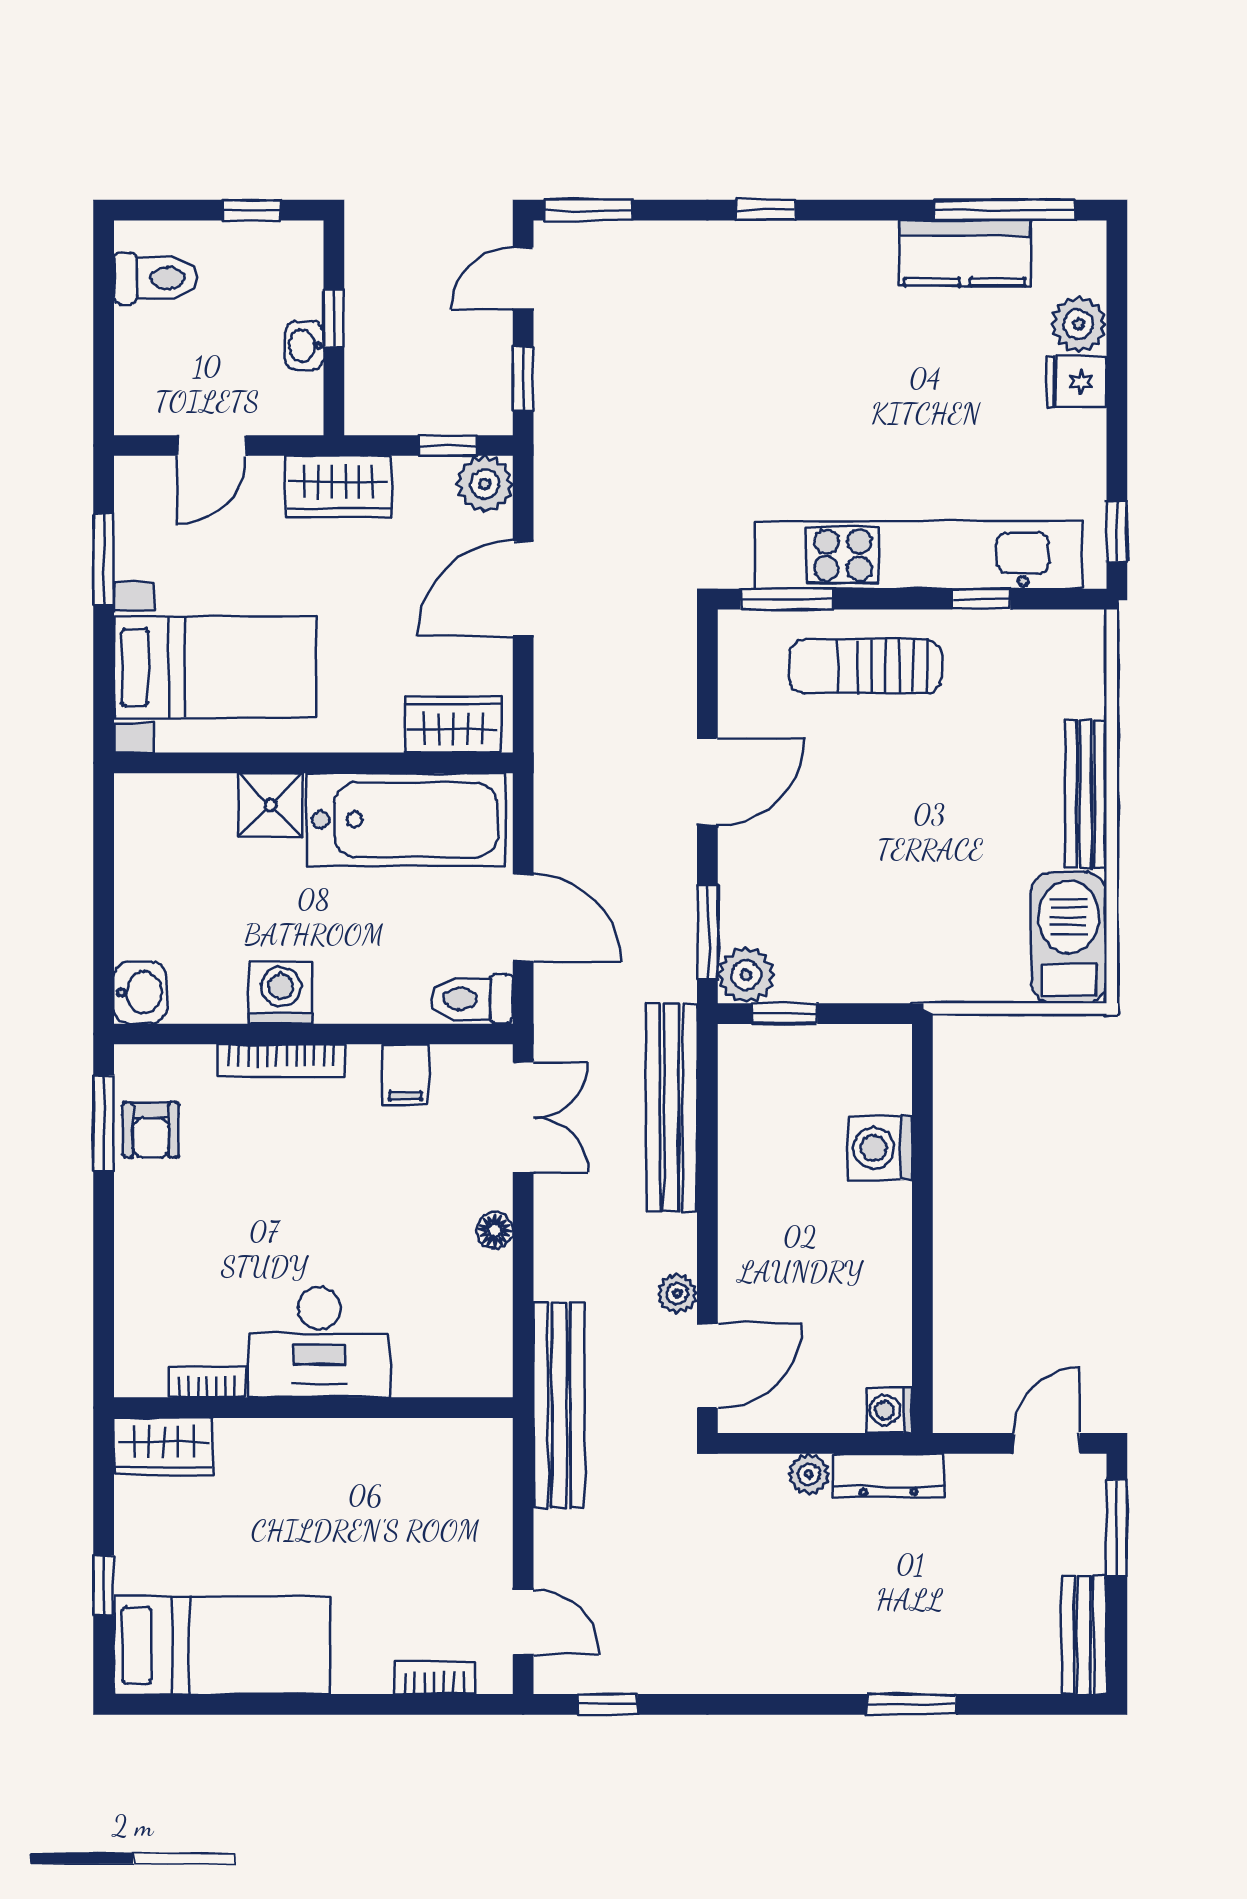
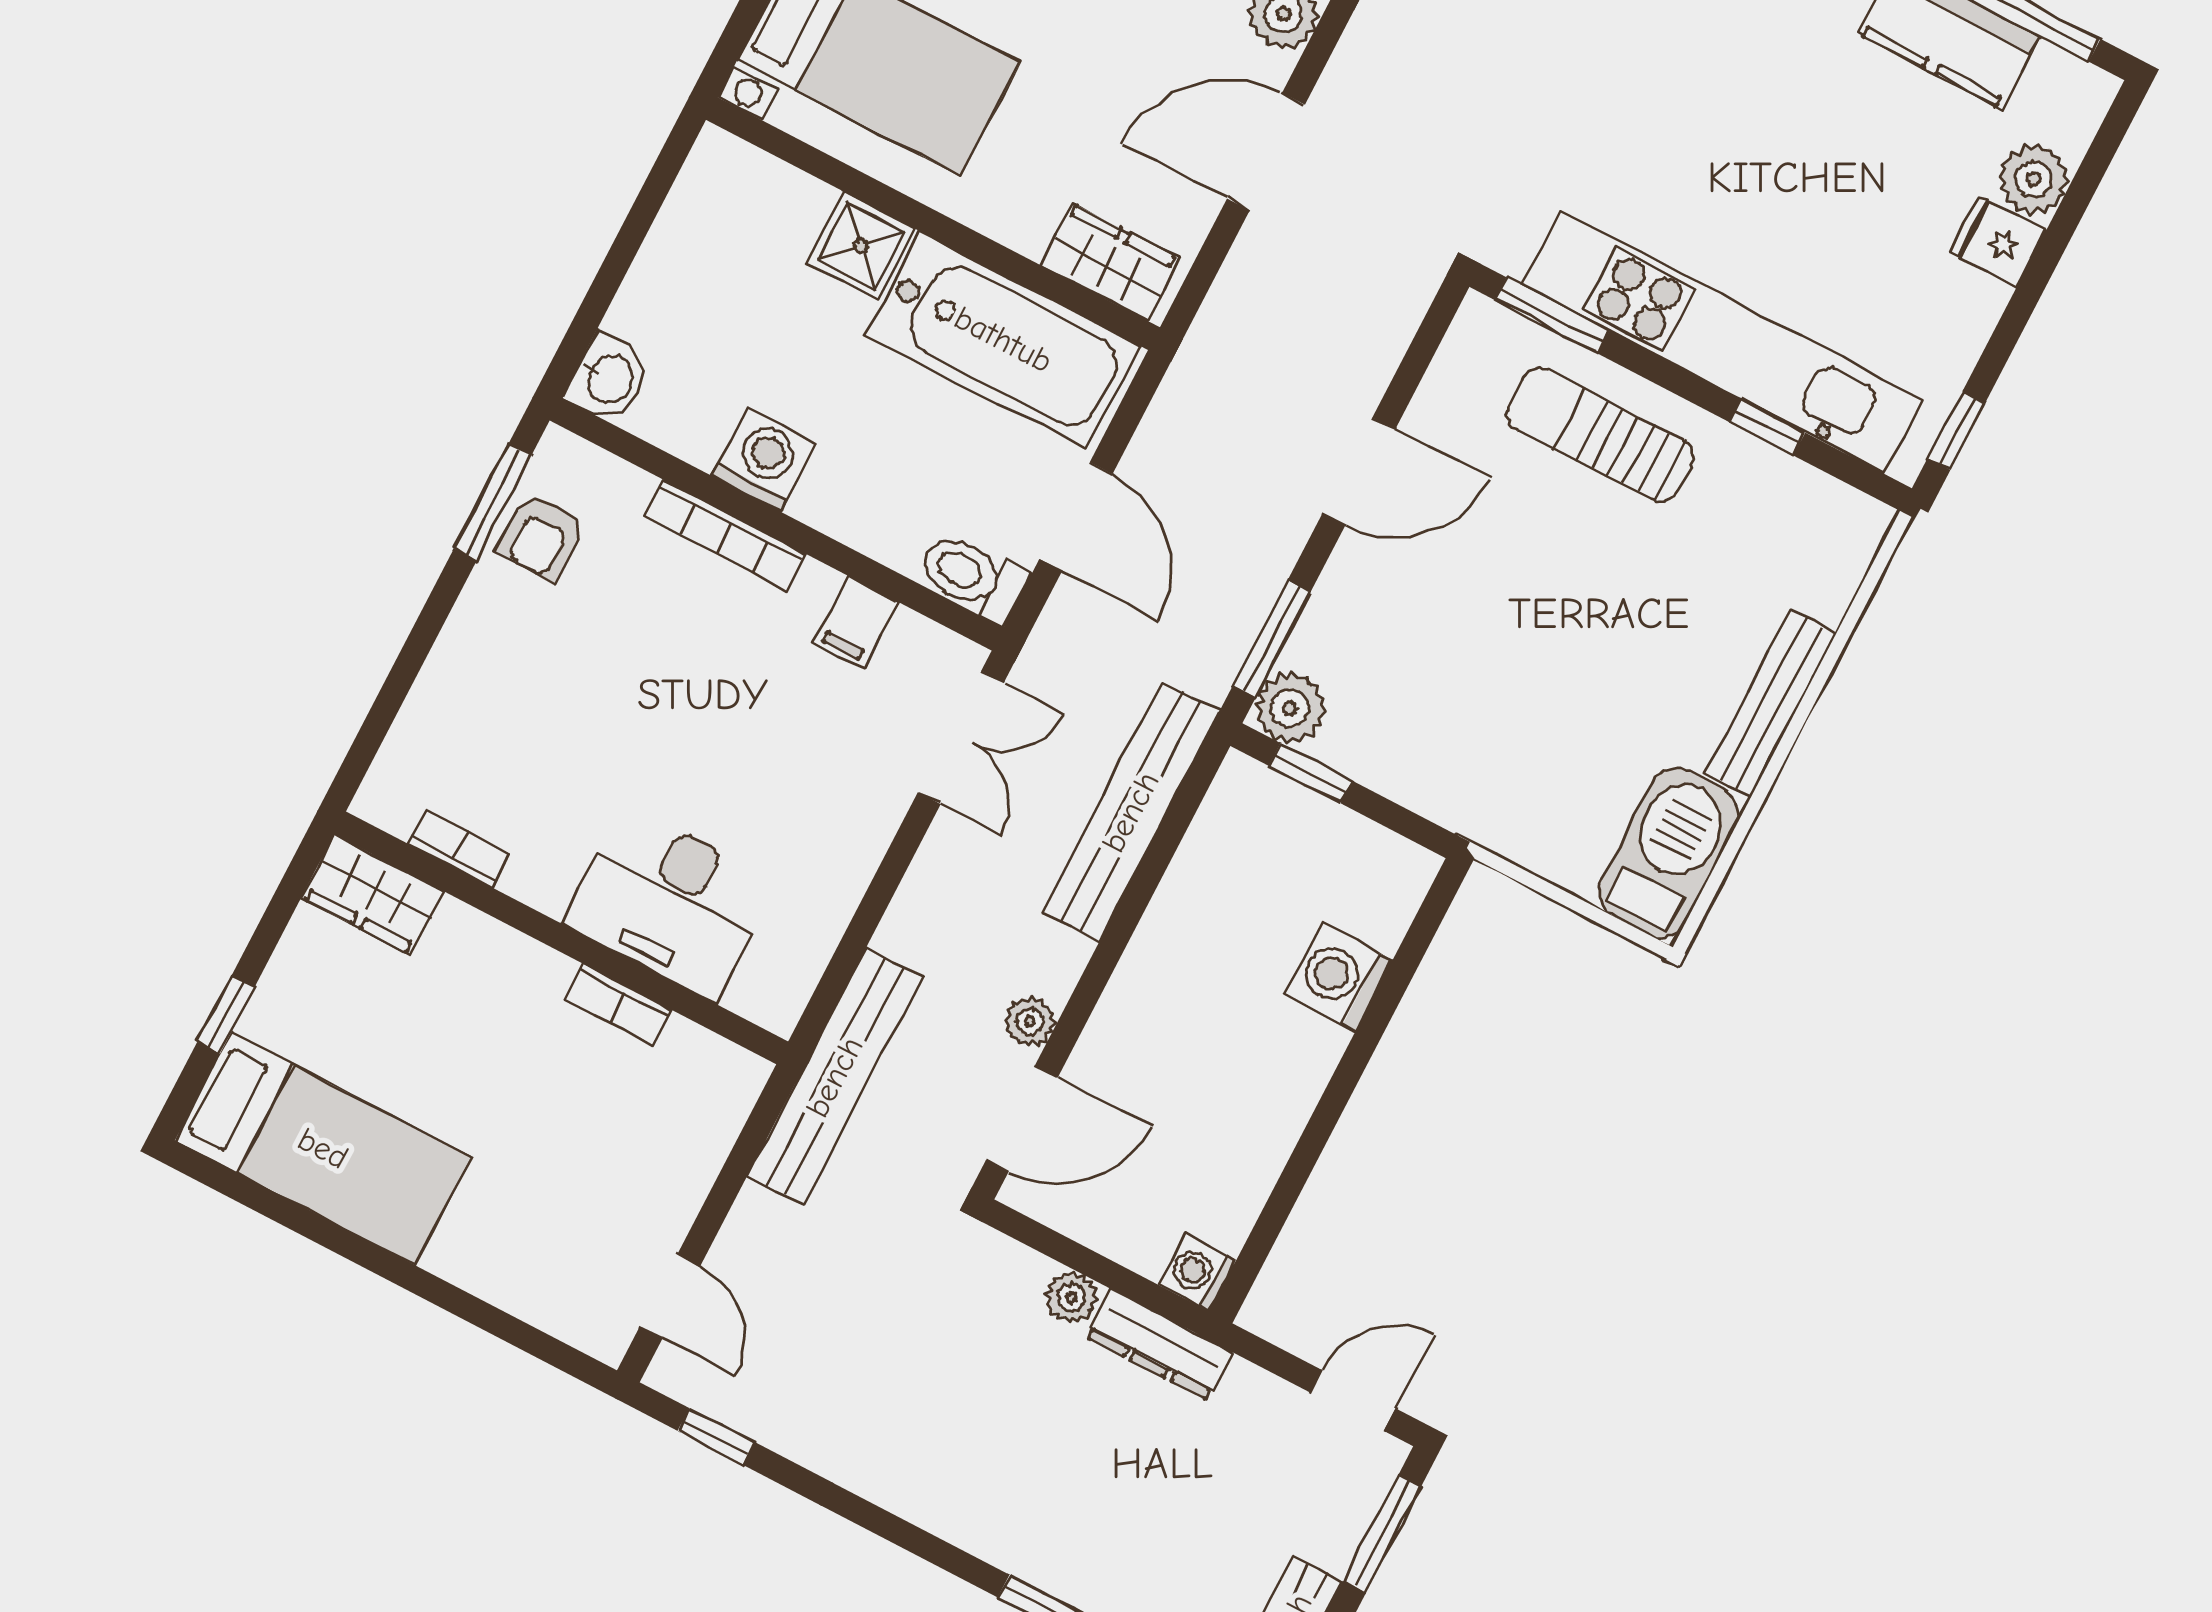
floor lamp: (495, 1230) -> (864, 846), removed
desk: (319, 1342) -> (670, 902), moved
bookcase: (434, 1678) -> (618, 1005), moved, turned 180

